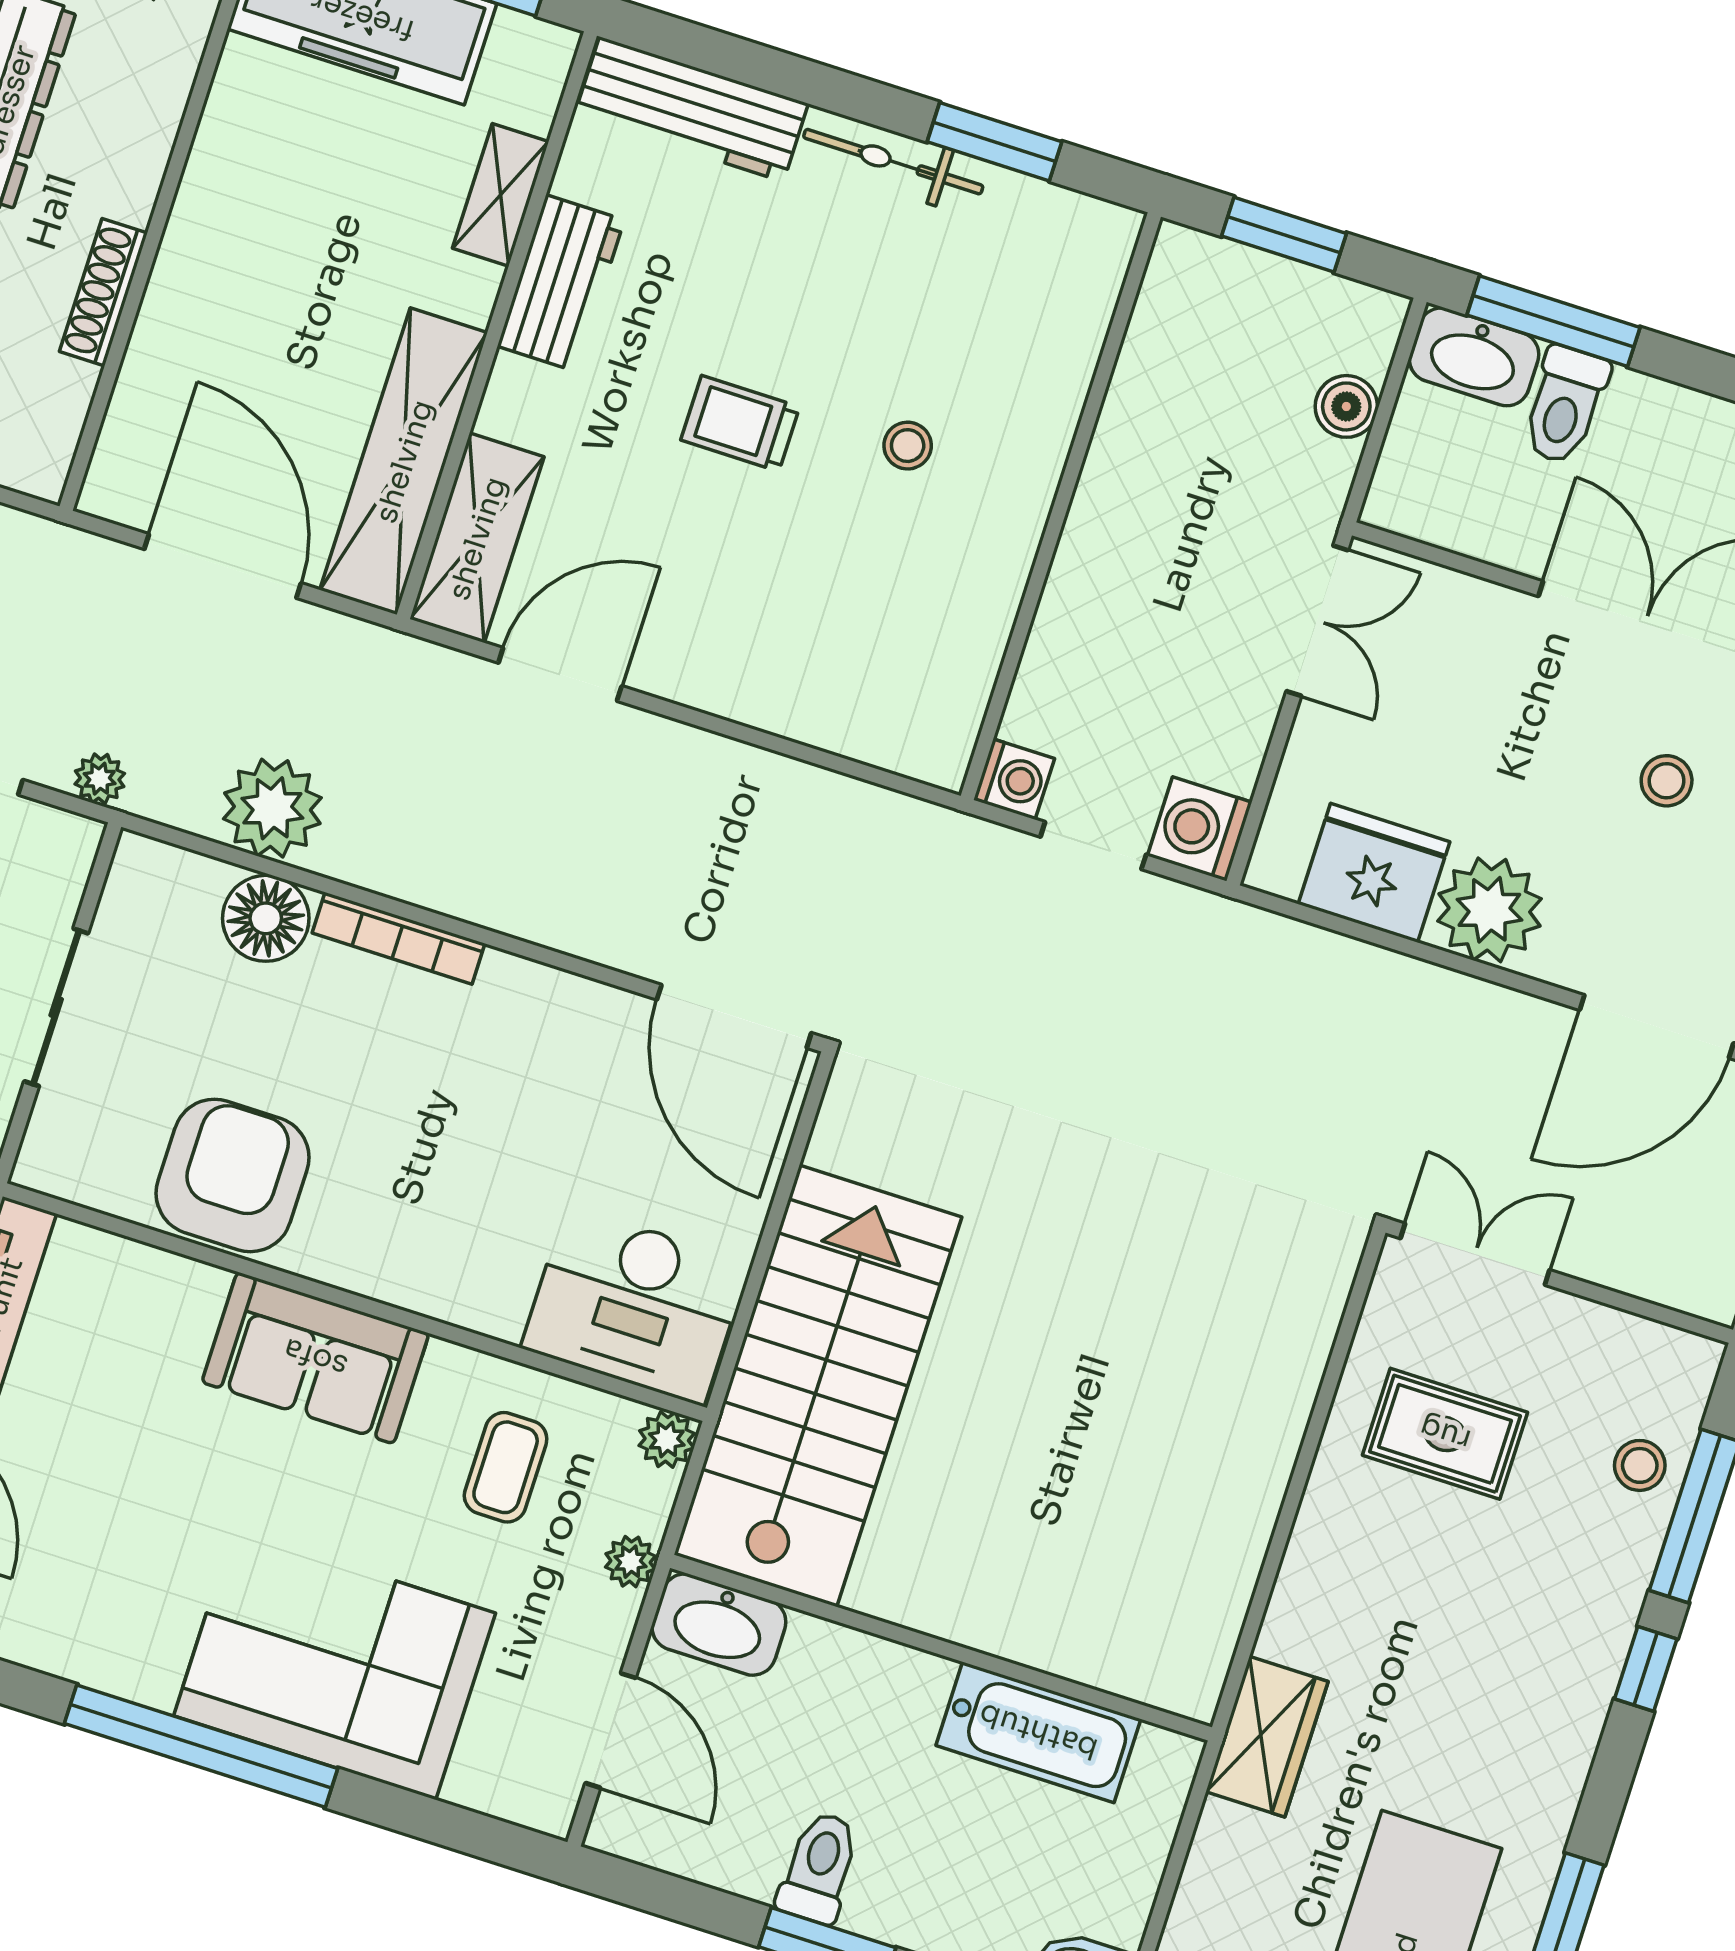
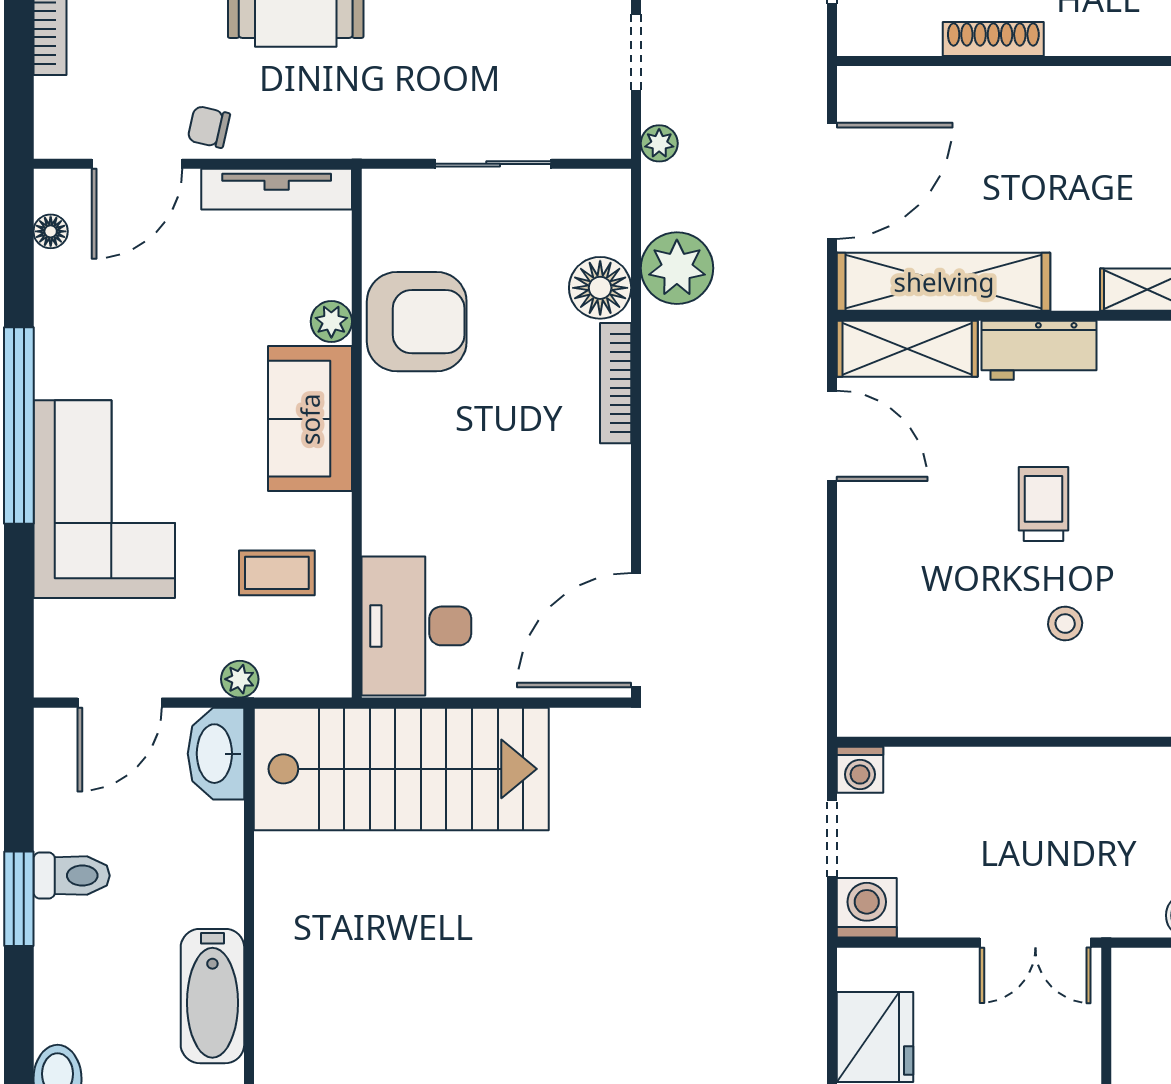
workbench: (561, 283) -> (1039, 350), moved
plant: (667, 1439) -> (331, 321), moved

